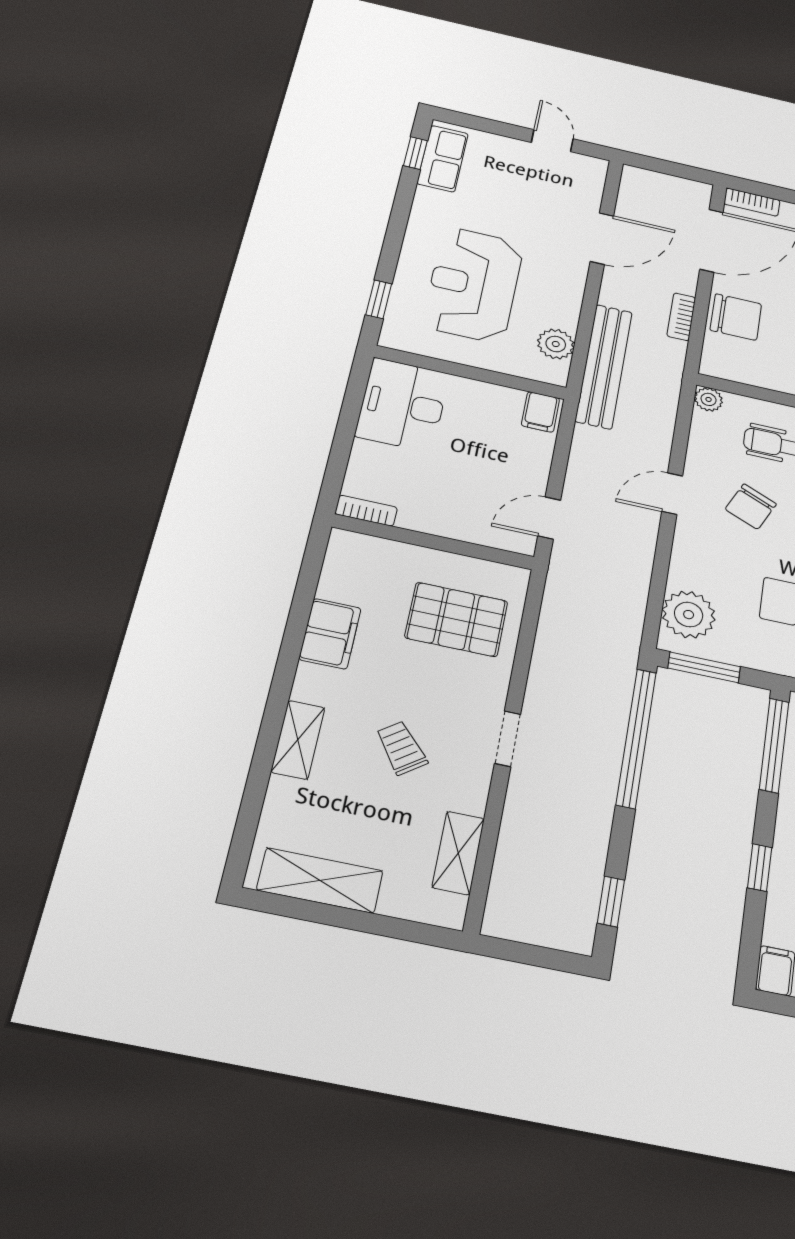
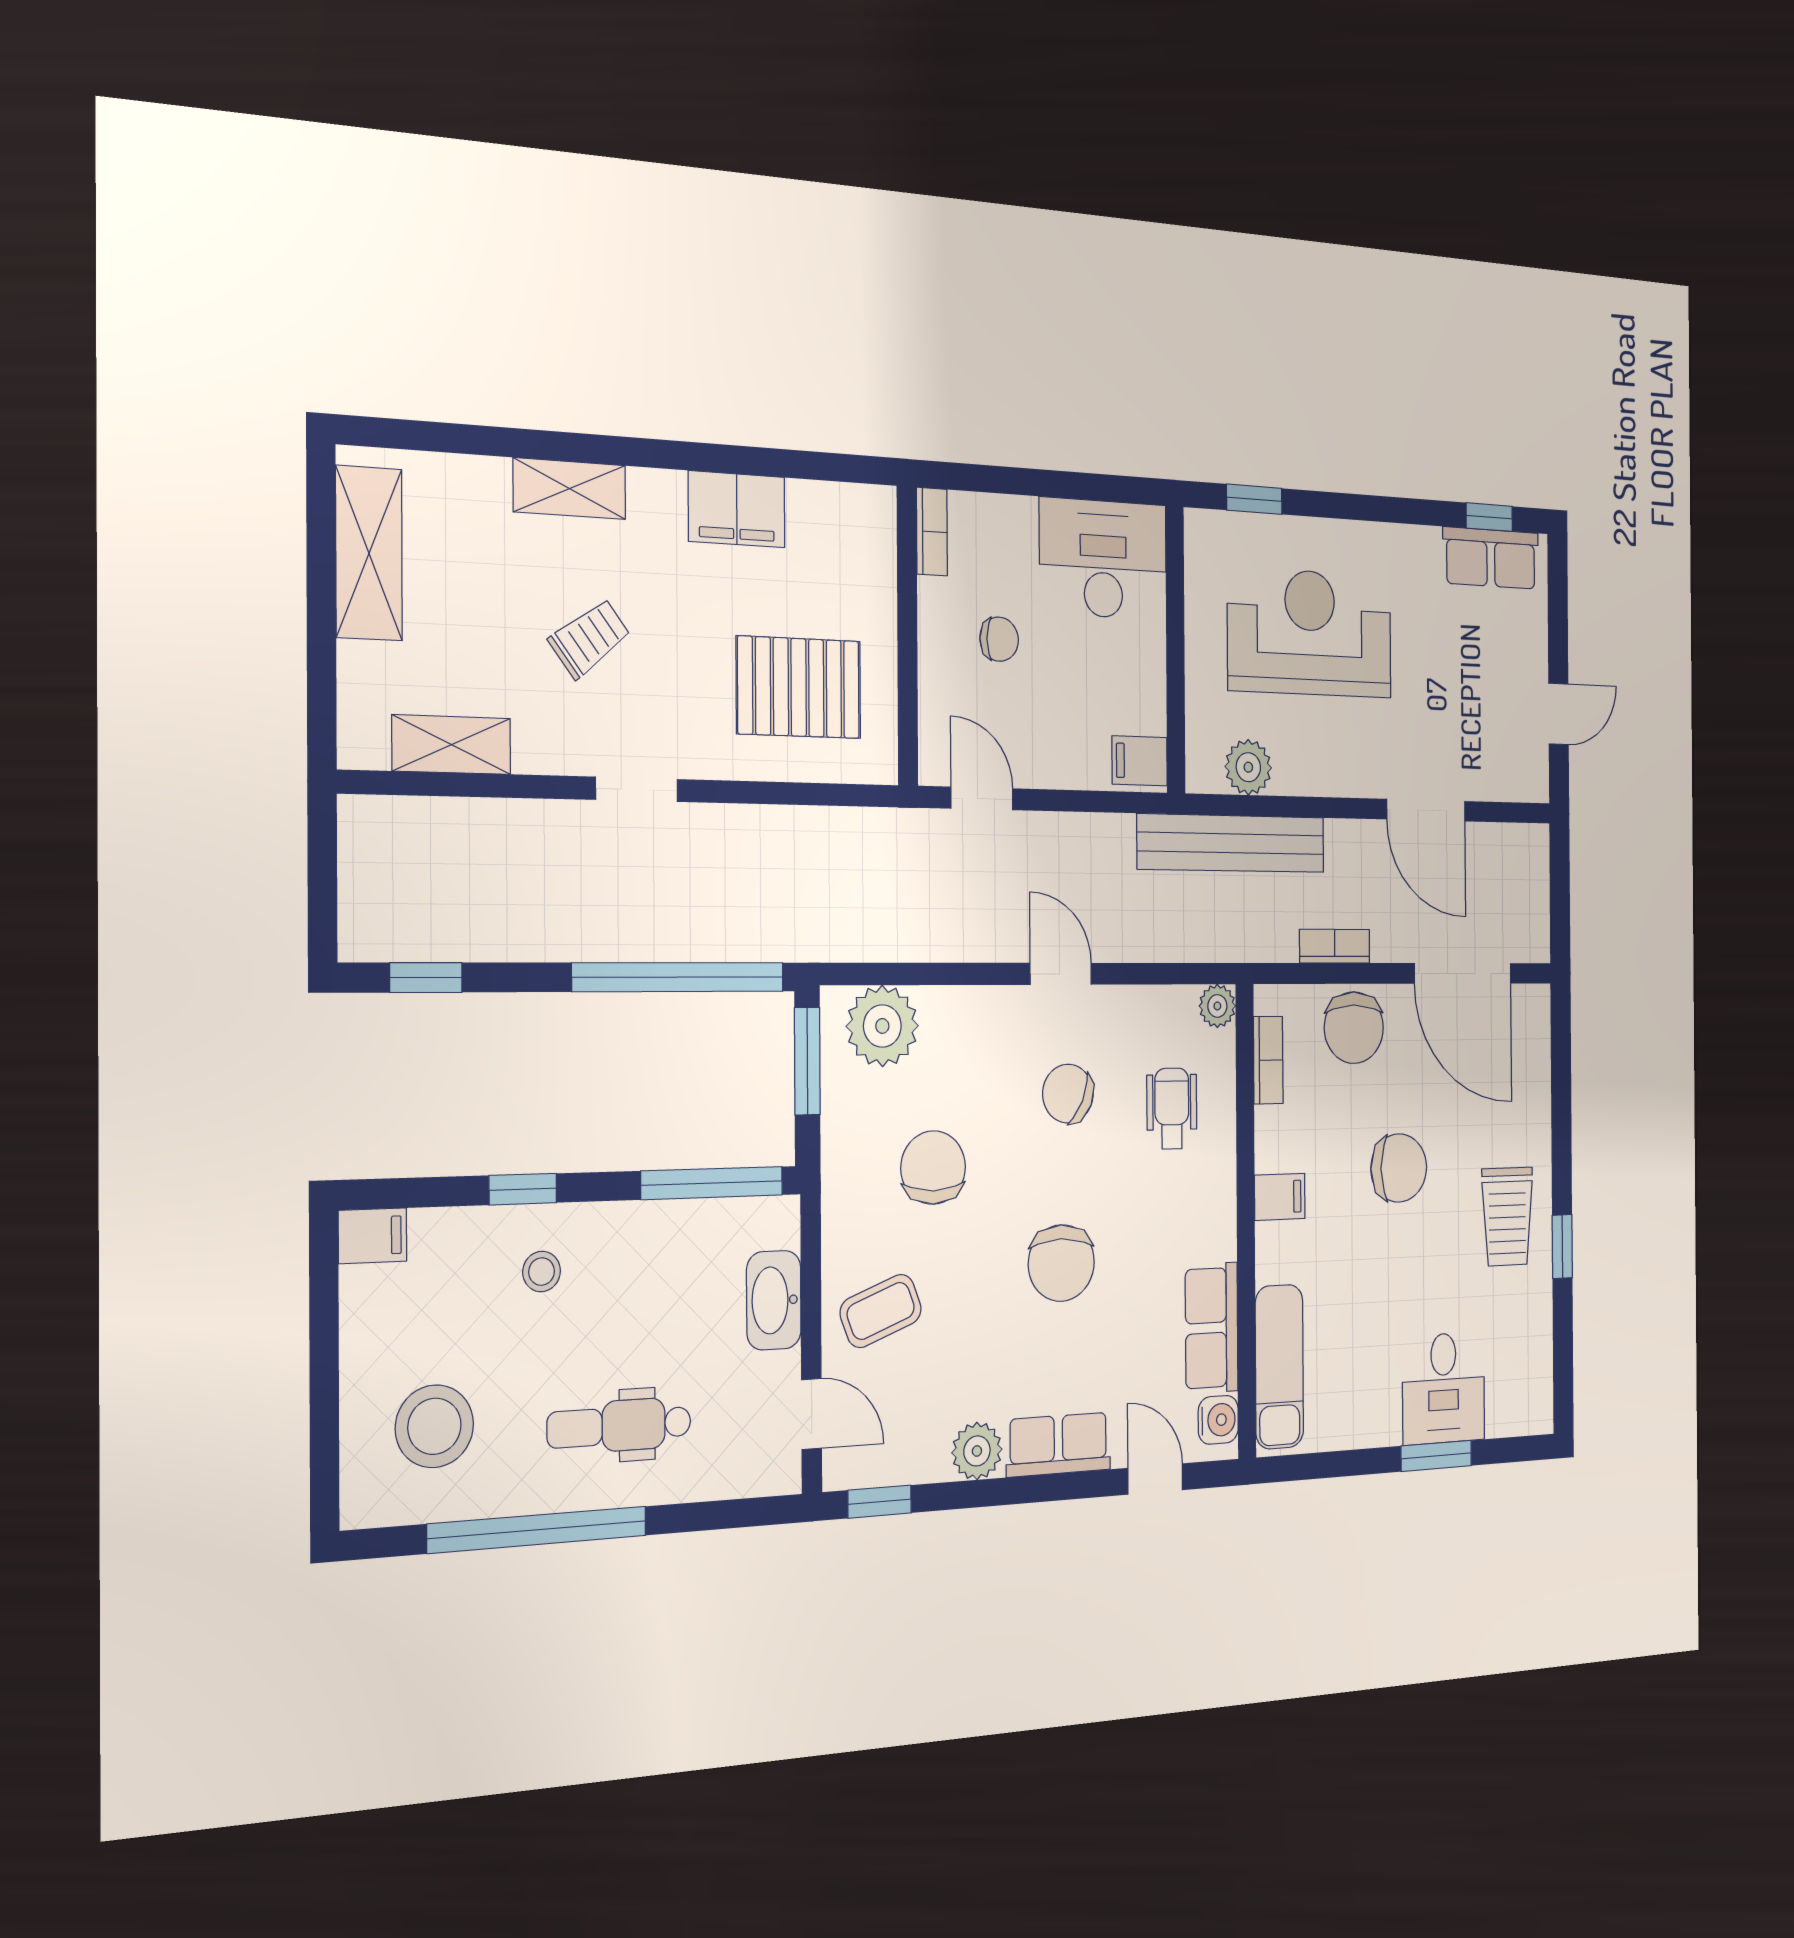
bookcase: (752, 202) -> (1268, 1060), moved, turned 180
chair: (445, 483) -> (999, 639), added
pallet: (456, 619) -> (799, 687), turned 90

